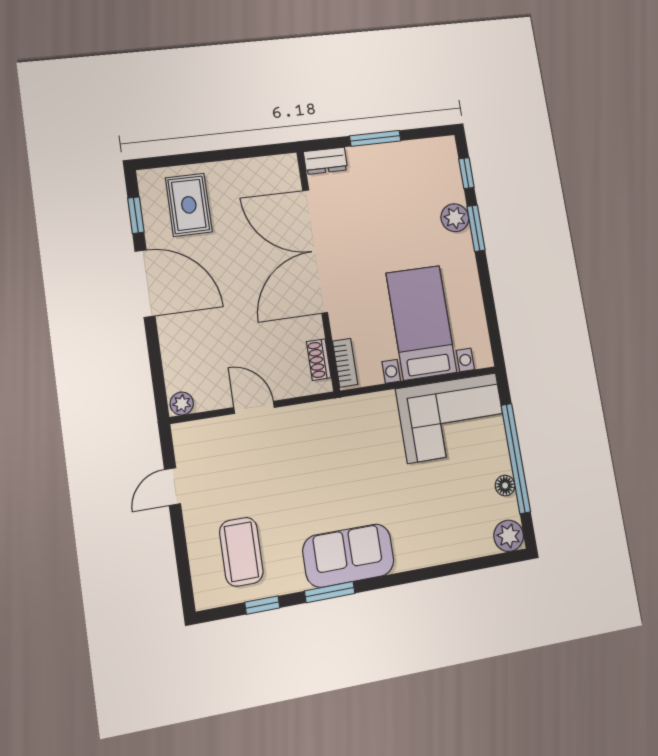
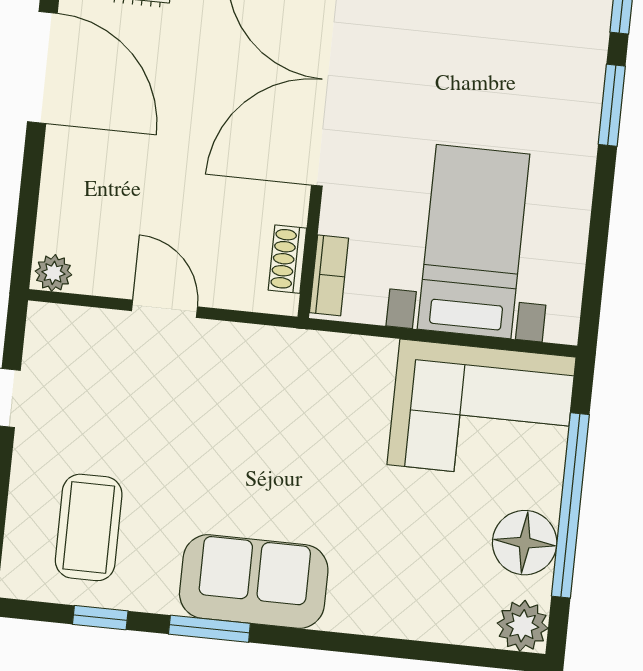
plant: (455, 218) -> (580, 79), removed
floor lamp: (505, 486) -> (525, 543), width x1.89, depth x1.89

